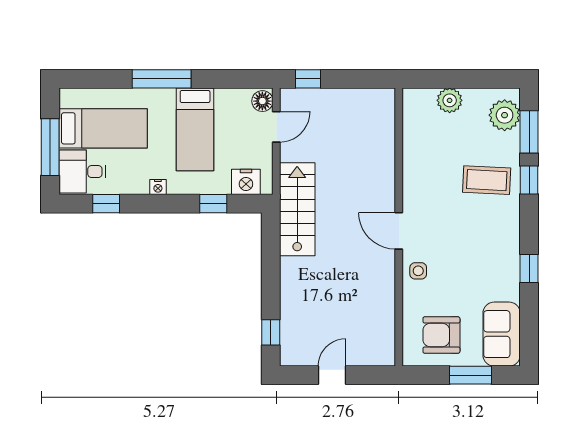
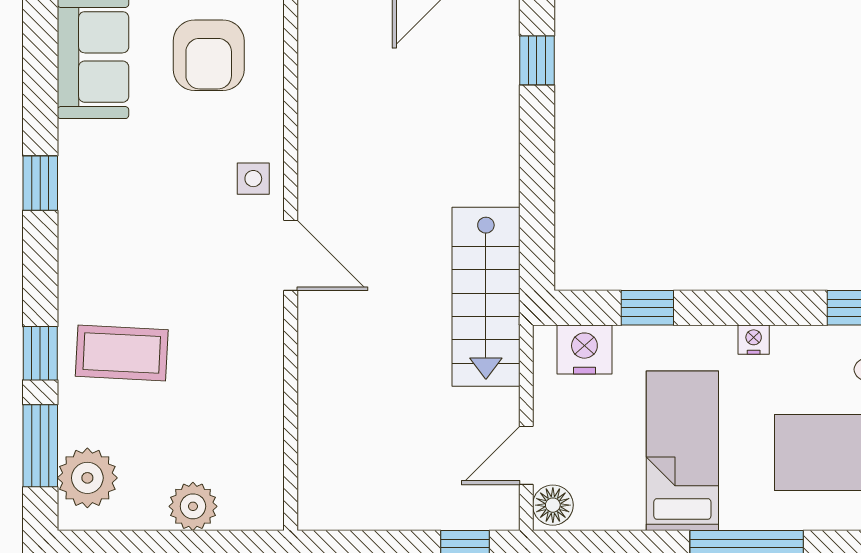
armchair: (441, 335) -> (209, 55), turned 90

